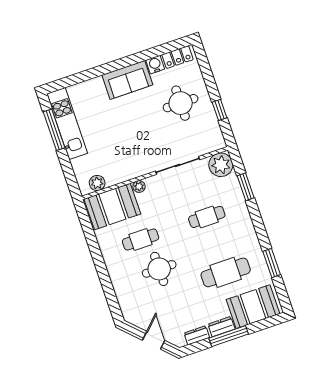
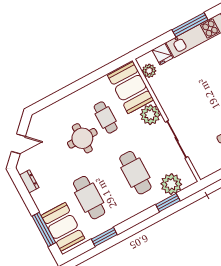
fridge: (81, 165) -> (162, 54), added
plant: (221, 165) -> (171, 184), moved
plant: (139, 186) -> (150, 115), width x1.88, depth x1.88
cafe table: (207, 217) -> (135, 173), width x1.37, depth x1.35
dresser: (221, 327) -> (41, 202), removed
window: (229, 336) -> (44, 229), moved

